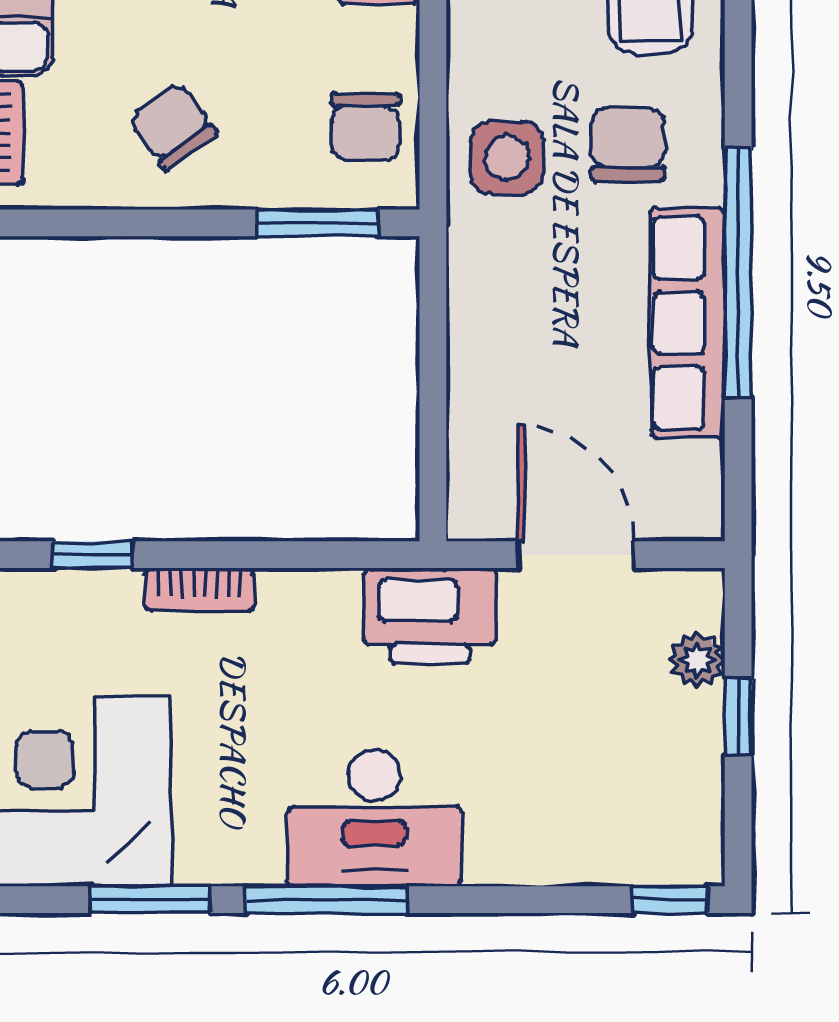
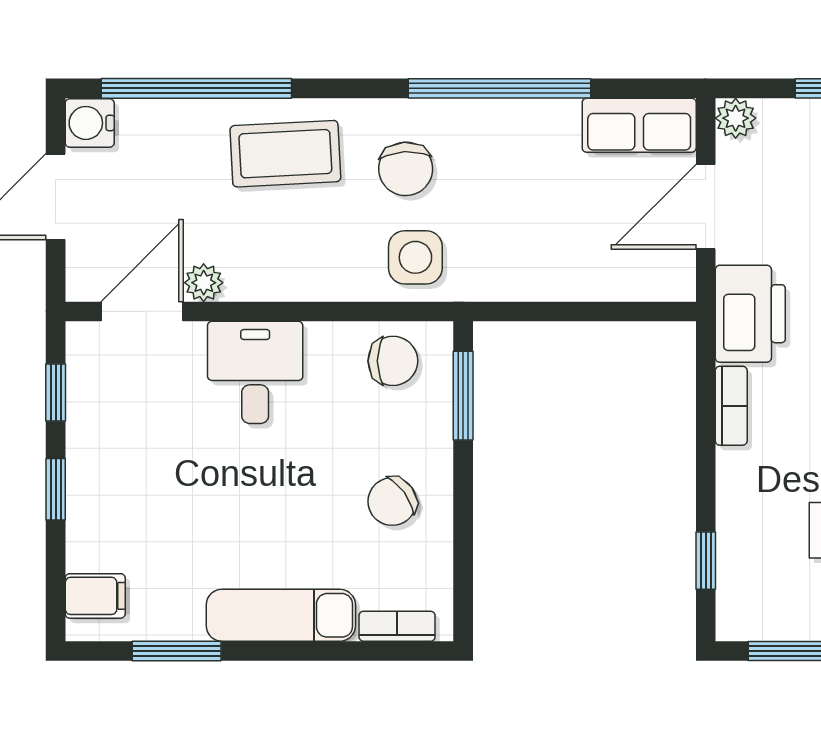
chair: (628, 144) -> (406, 169), turned -93
row of seats: (688, 323) -> (639, 125), moved, width x0.68
bookcase: (200, 590) -> (731, 406), moved
plant: (697, 660) -> (736, 118), moved

